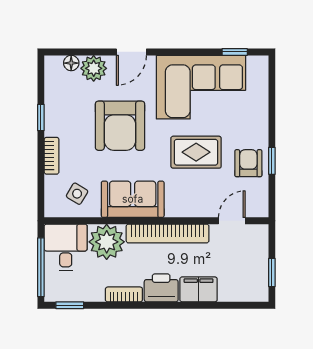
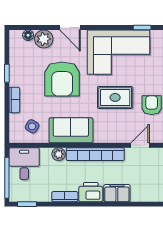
door: (131, 52) -> (70, 28), hinge flipped
plant: (107, 242) -> (59, 154), width x0.53, depth x0.53

